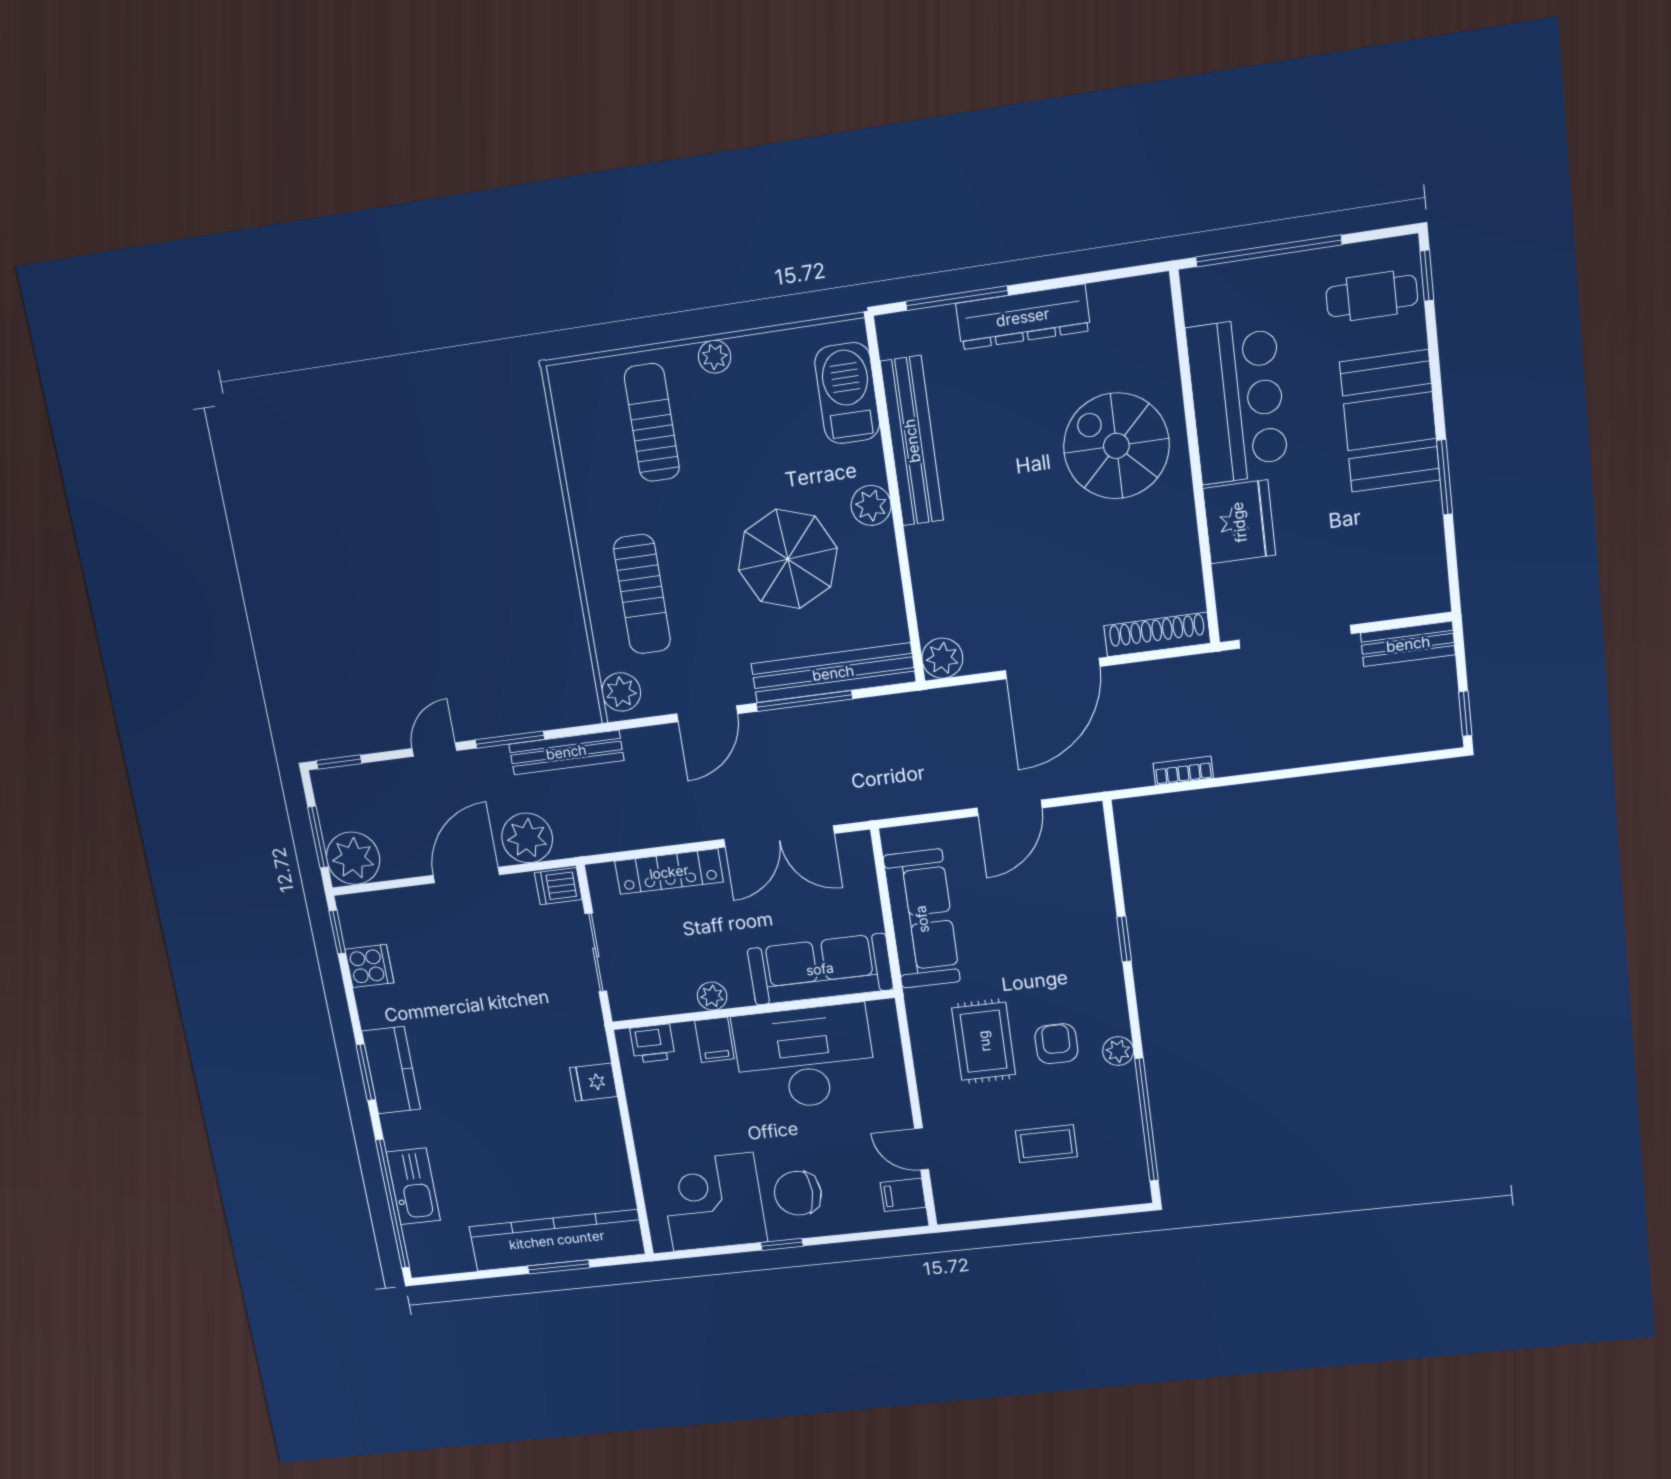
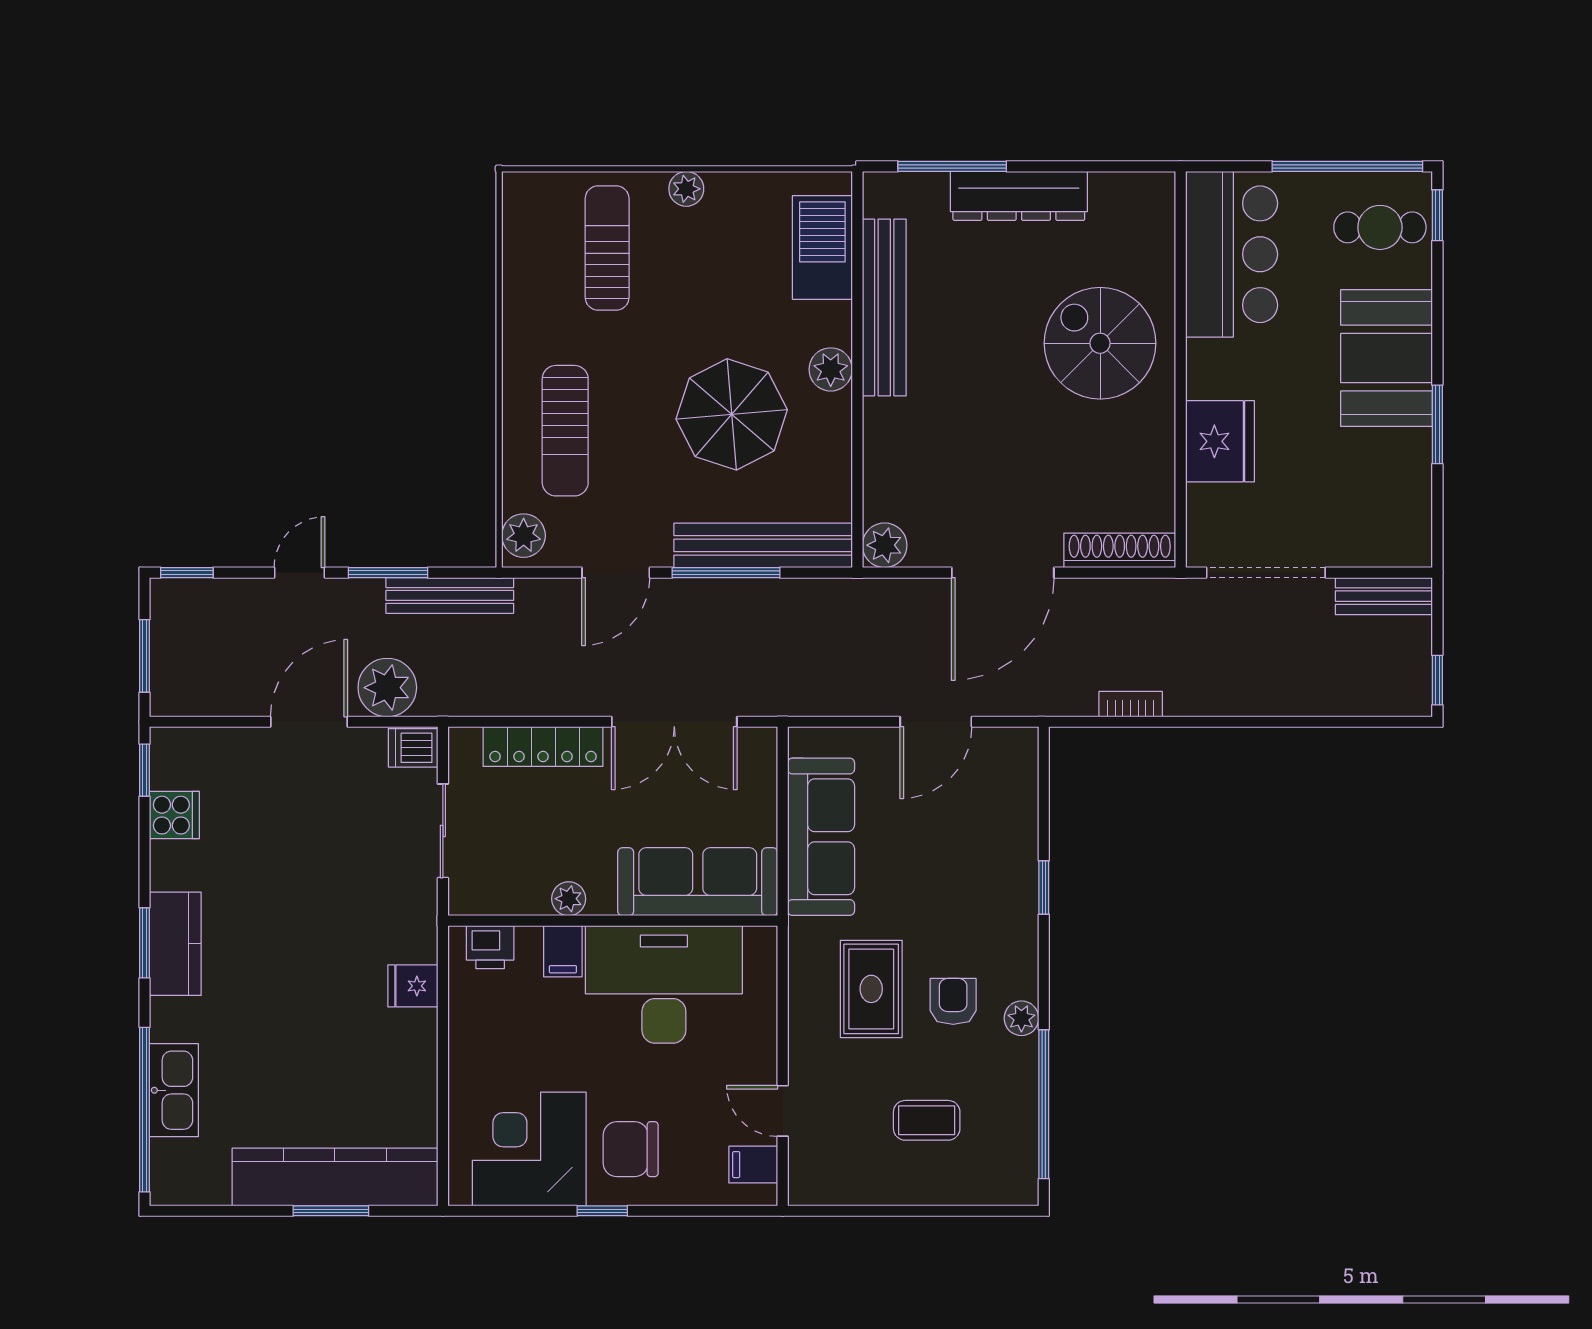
window: (1269, 251) -> (1347, 166), moved
bar counter: (1237, 401) -> (1232, 254), moved
plant: (353, 858) -> (181, 686), removed

